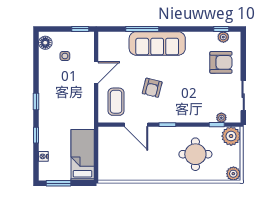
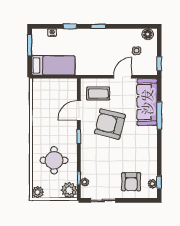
sofa: (157, 43) -> (147, 102), moved
door: (96, 72) -> (123, 77), swing flipped
armchair: (152, 88) -> (110, 124), width x1.88, depth x1.88

